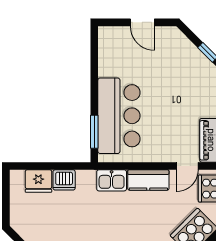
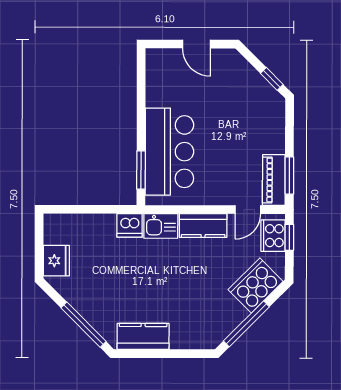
dishwasher: (64, 180) -> (130, 225), moved
fridge: (38, 181) -> (56, 261), moved, turned -90

